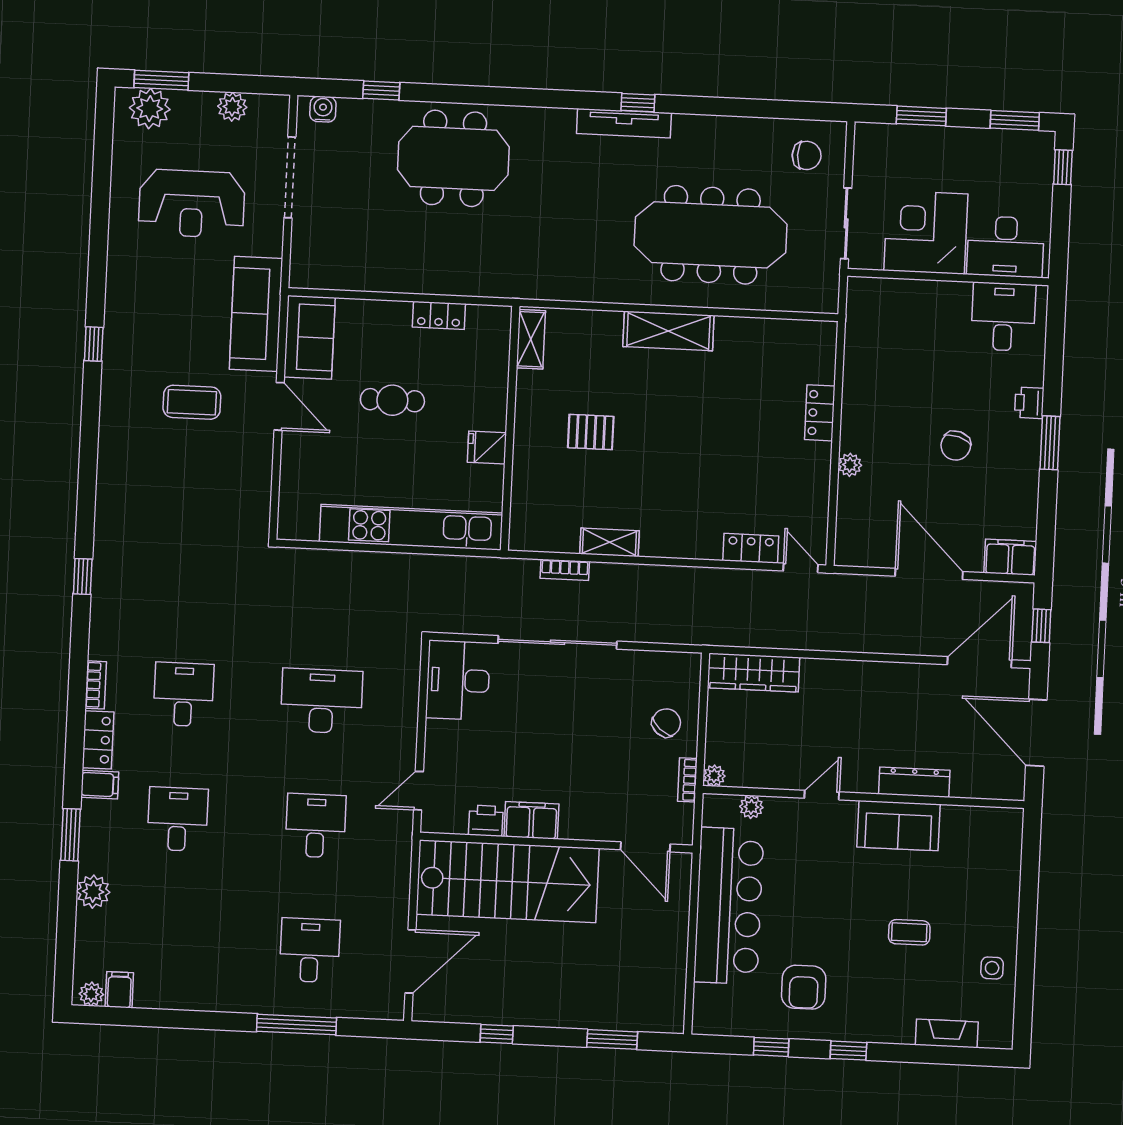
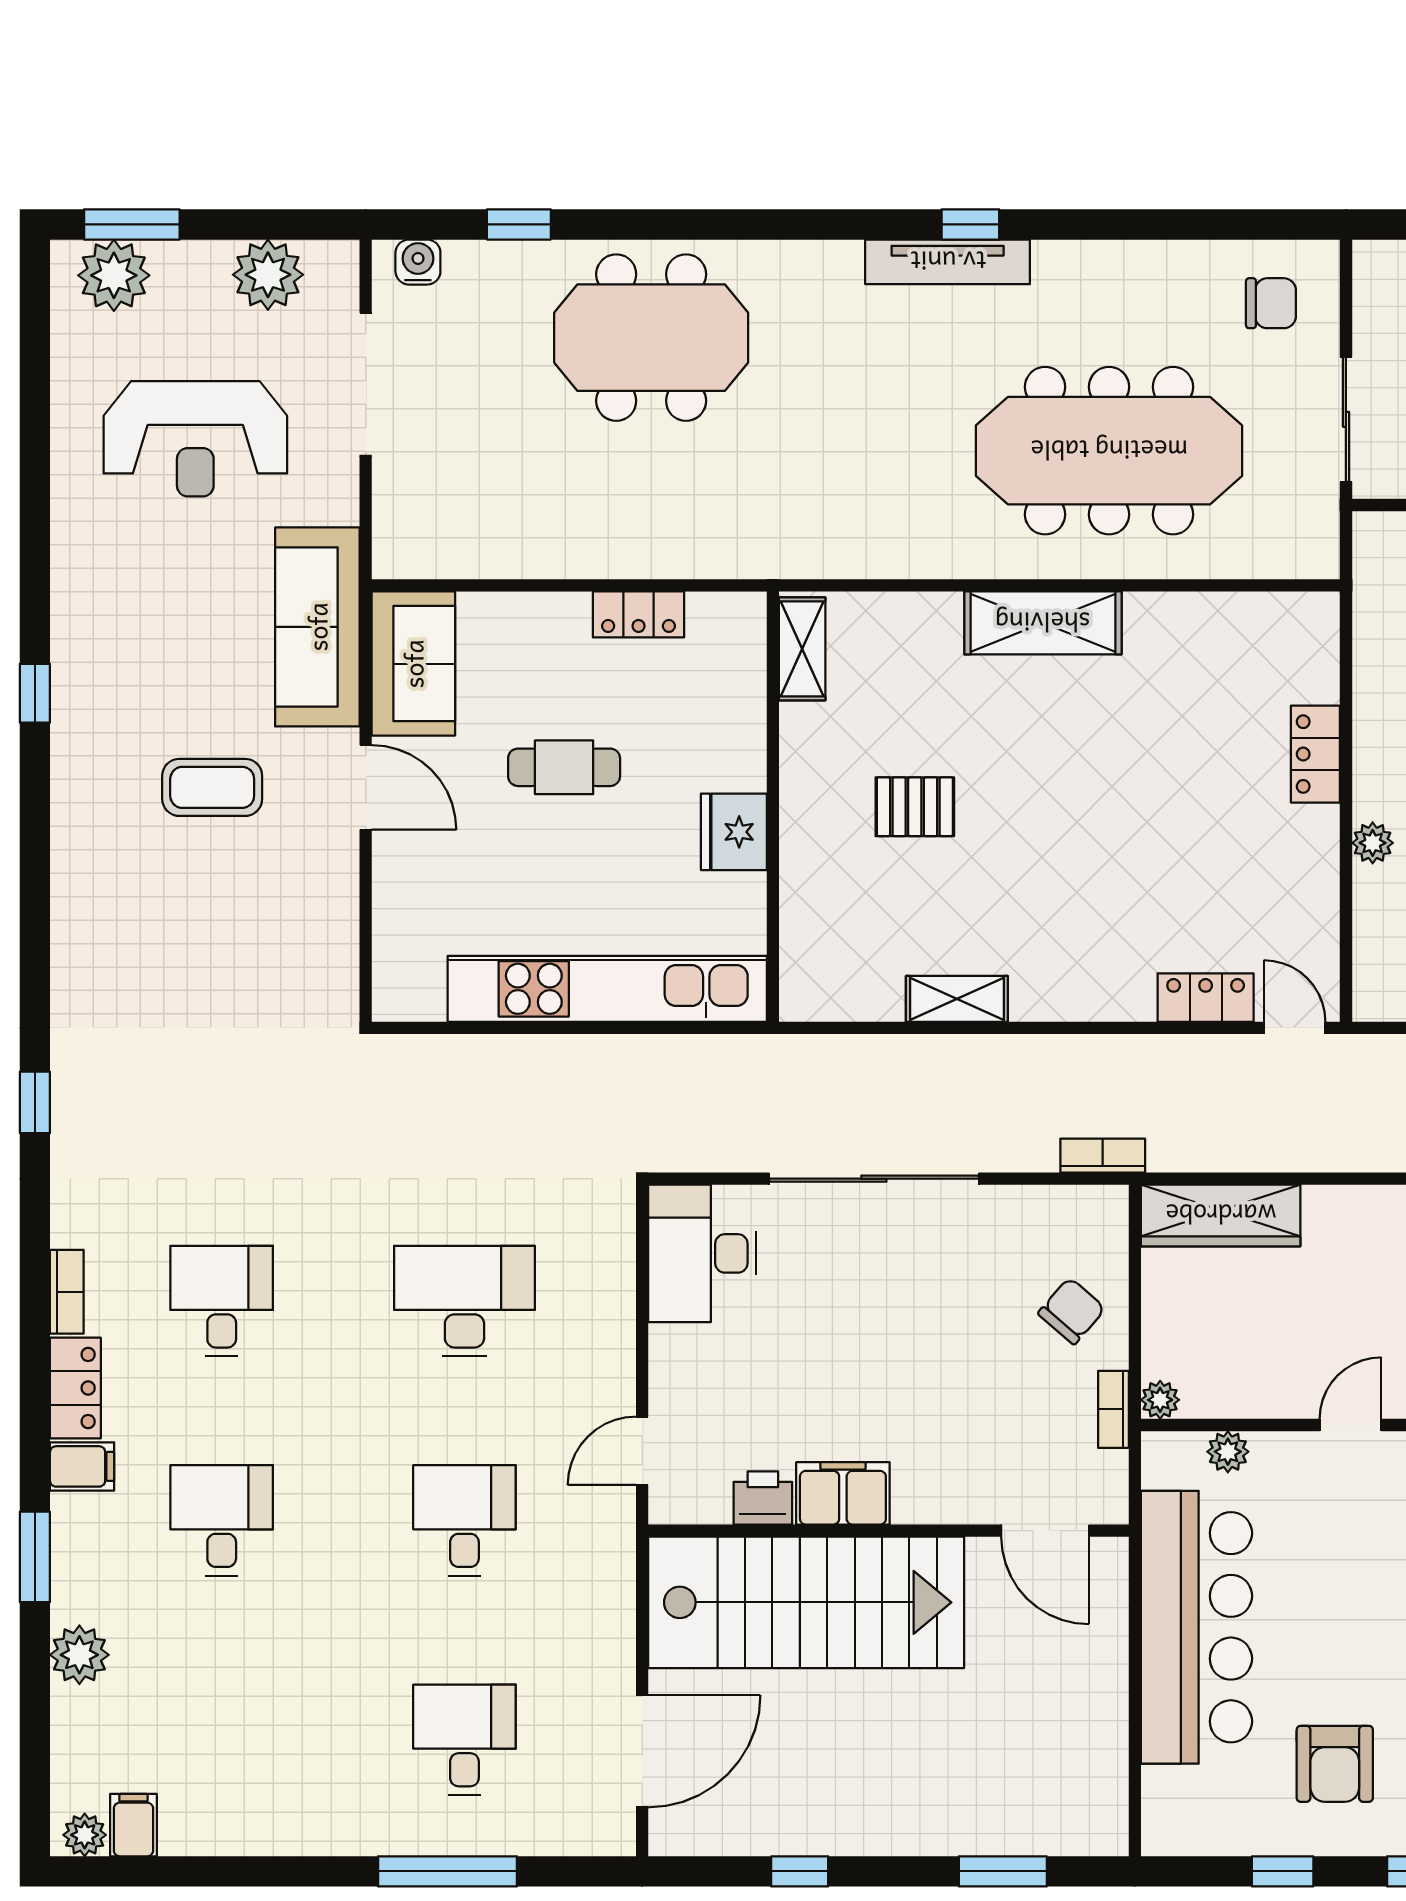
plant: (232, 107) -> (268, 275), width x1.36, depth x1.36
fridge: (487, 448) -> (734, 832), width x1.38
bookcase: (565, 570) -> (1103, 1156), moved, turned 180

